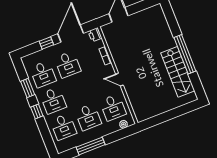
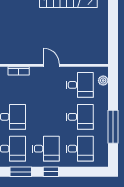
door: (119, 80) -> (51, 65), swing flipped

